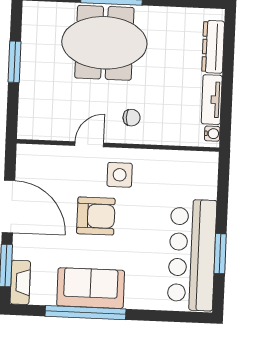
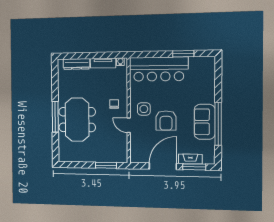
window: (15, 62) -> (106, 165), moved
armchair: (96, 216) -> (166, 120), turned 180
bar counter: (192, 255) -> (159, 69), moved
fireplace: (20, 282) -> (190, 159), moved

